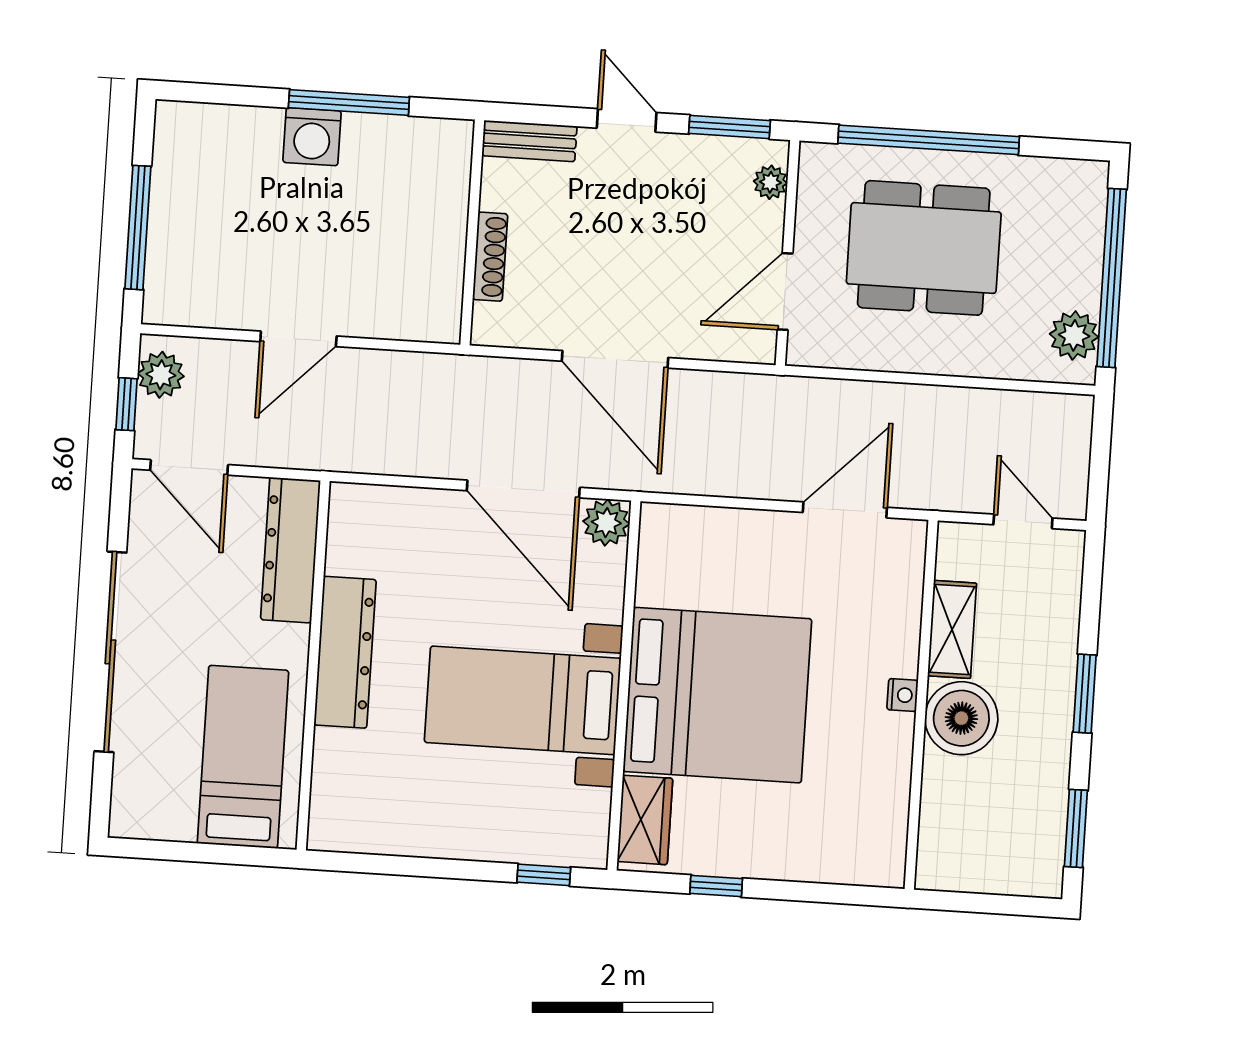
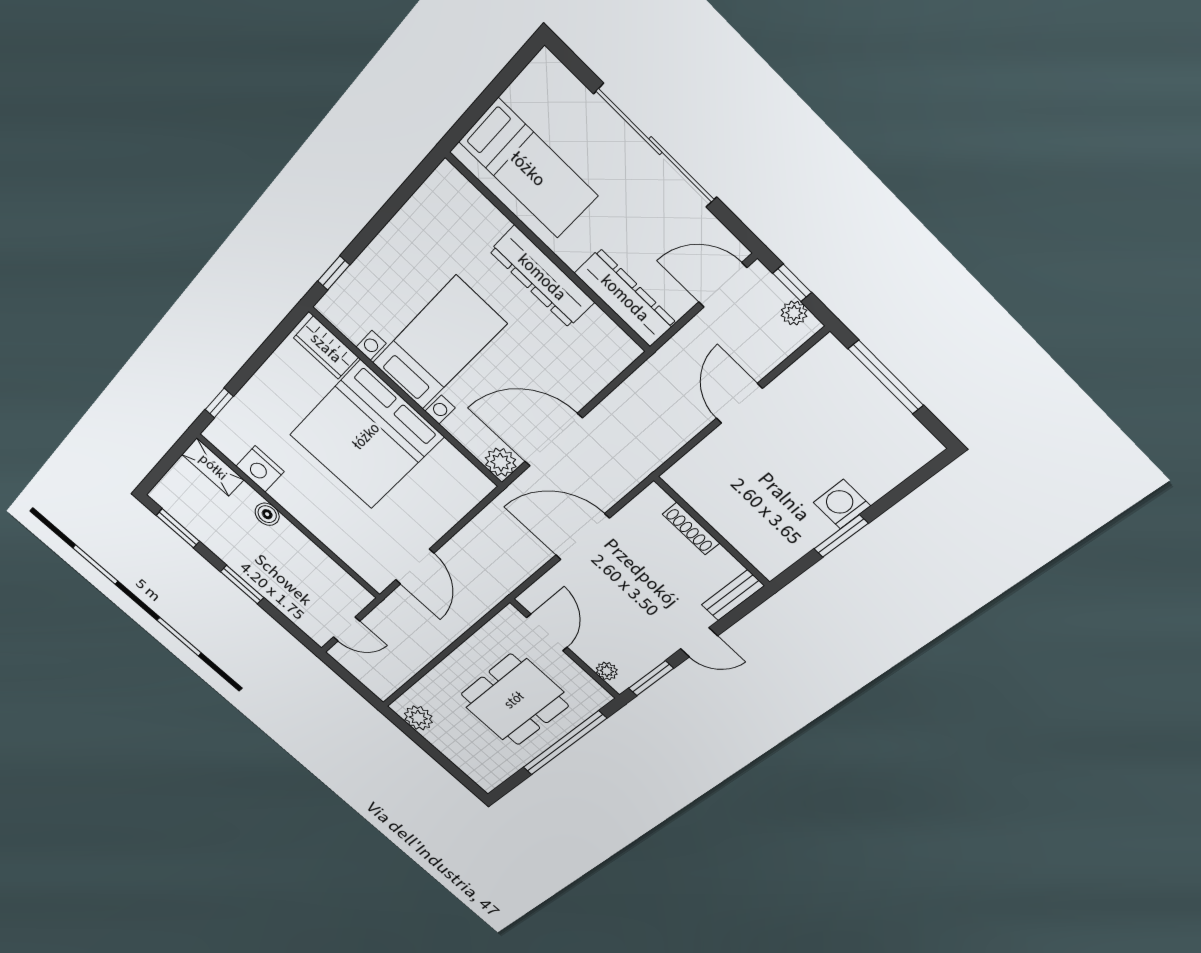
window: (349, 102) -> (841, 536), width x0.69
window: (1112, 278) -> (433, 752), removed
plant: (161, 375) -> (794, 313), width x0.73, depth x0.73
shelving: (952, 629) -> (213, 467), moved
nightstand: (902, 695) -> (260, 469), moved, width x1.89, depth x1.79
boiler: (961, 718) -> (267, 514), width x0.54, depth x0.54
window: (716, 886) -> (219, 403), moved

